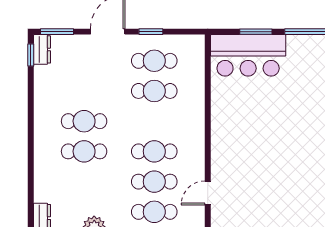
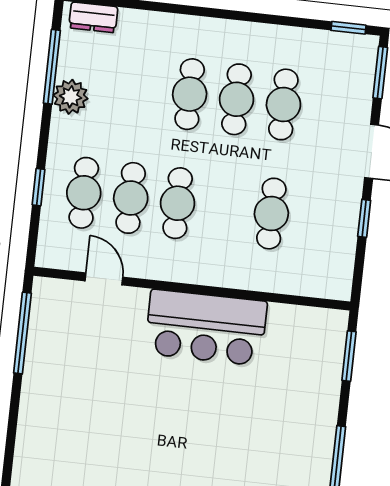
window: (256, 32) -> (349, 356), moved
dresser: (42, 49) -> (355, 46), removed
bar counter: (248, 55) -> (206, 327), moved, turned -90
cafe table: (154, 61) -> (283, 104), moved

